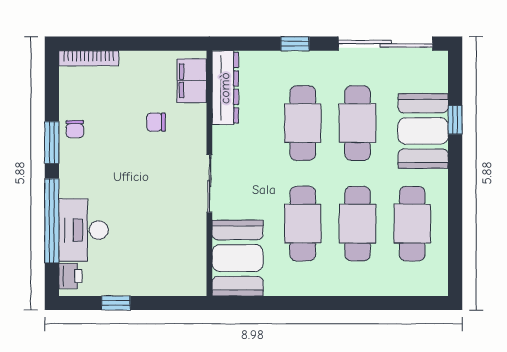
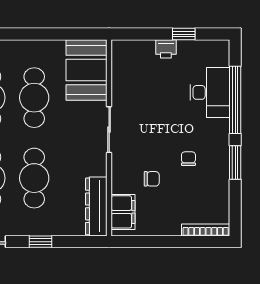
chair: (75, 129) -> (188, 159), moved
printer: (70, 276) -> (166, 49), moved, turned -90

